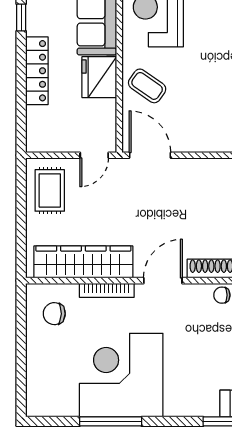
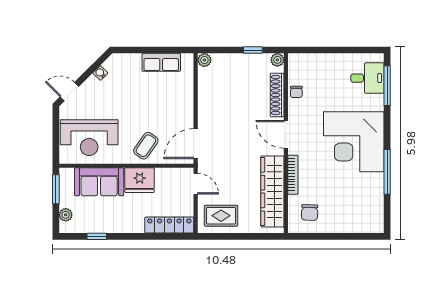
locker: (37, 71) -> (169, 225), moved
corner desk: (121, 375) -> (354, 142), moved

